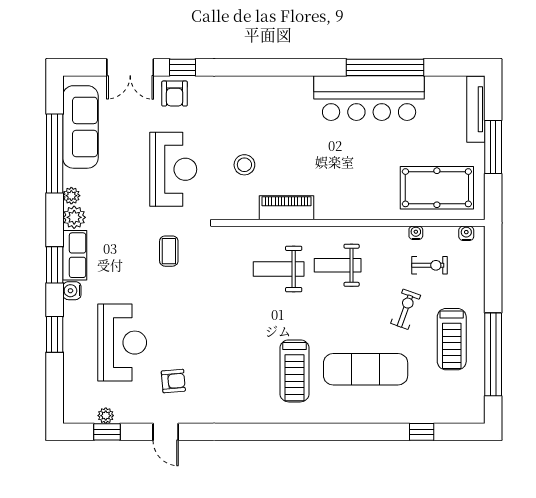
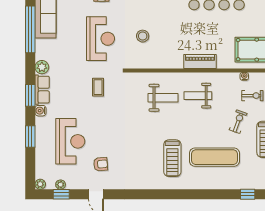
plant: (71, 196) -> (40, 184), moved
piano: (286, 208) -> (200, 61), moved
weight bench: (279, 269) -> (163, 98), turned 180

